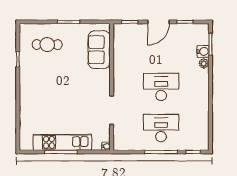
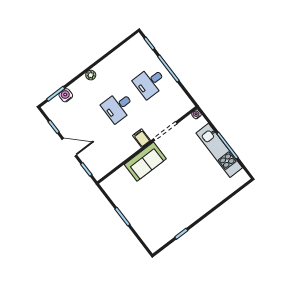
cafe table: (47, 45) -> (152, 220), removed
sofa: (99, 50) -> (145, 162), moved
plant: (204, 63) -> (91, 75), moved
filing cabinet: (121, 87) -> (141, 138), added
desk: (161, 87) -> (118, 107), width x0.73
desk: (161, 128) -> (150, 82), width x0.73

